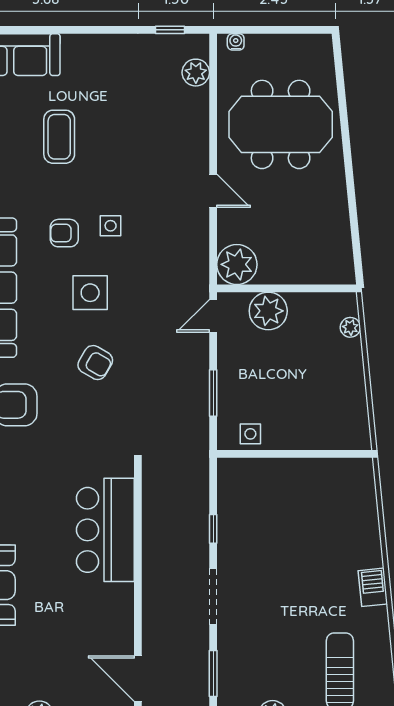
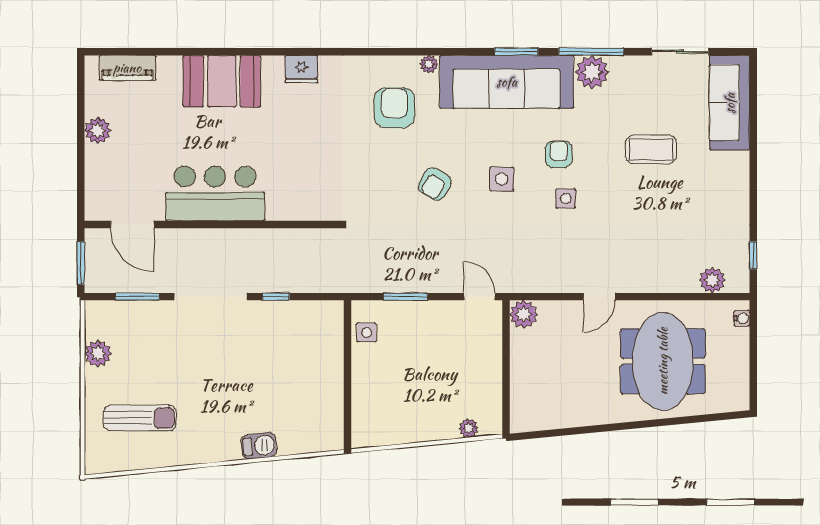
plant: (237, 264) -> (524, 314), width x0.73, depth x0.73
side table: (90, 293) -> (502, 179), width x0.73, depth x0.73
plant: (268, 311) -> (484, 349), removed
bar counter: (105, 530) -> (215, 194), moved
barbecue: (373, 587) -> (259, 446), moved
doorway: (213, 597) -> (211, 297), width x1.36
door: (138, 679) -> (132, 225), swing flipped

